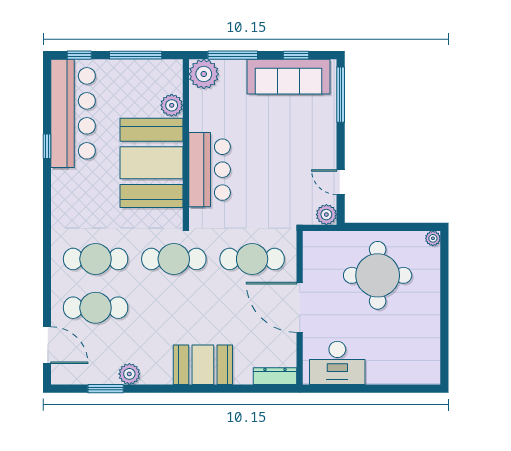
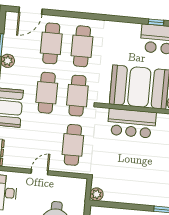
door: (341, 182) -> (116, 205), removed
door: (300, 307) -> (40, 172), width x0.53
cafe table: (174, 308) -> (47, 93), added

